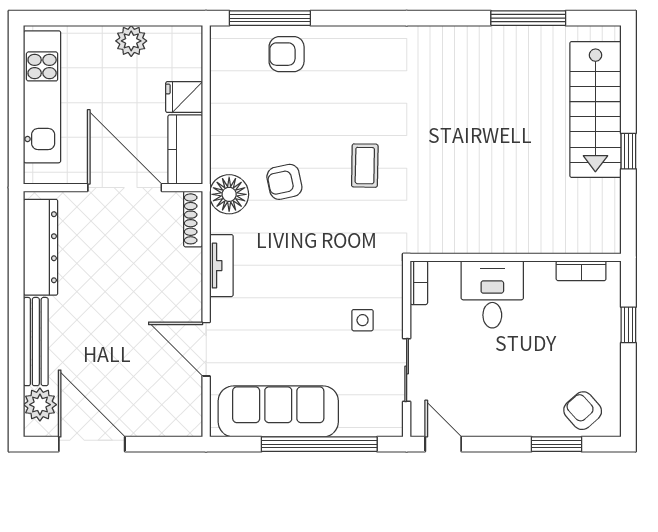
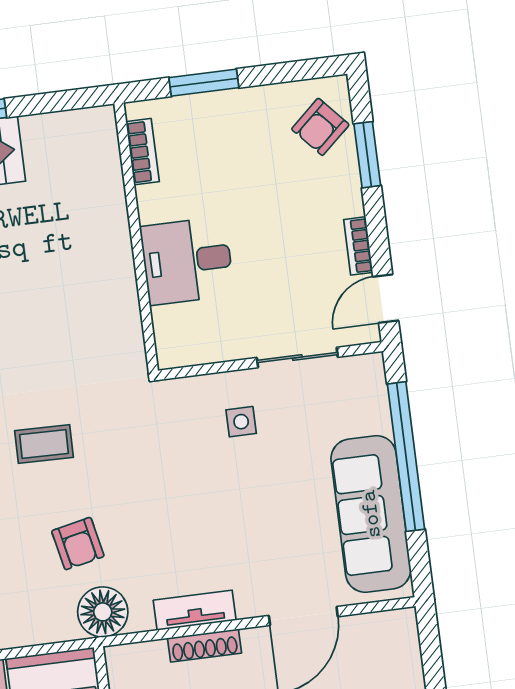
shoe rack: (193, 219) -> (204, 645), moved
bookcase: (419, 283) -> (358, 246), moved, turned -90
window: (628, 325) -> (204, 83), width x1.50

